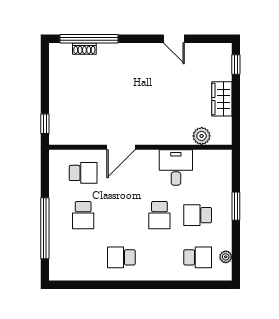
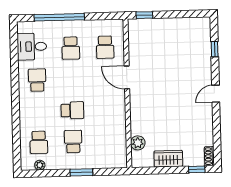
window: (89, 39) -> (215, 49), width x0.32
door: (174, 39) -> (216, 94), moved
shoe rack: (84, 49) -> (209, 156), moved
desk: (176, 167) -> (32, 47), moved, turned 180
school desk: (83, 215) -> (71, 48), turned -90
school desk: (159, 215) -> (72, 110), turned 180

